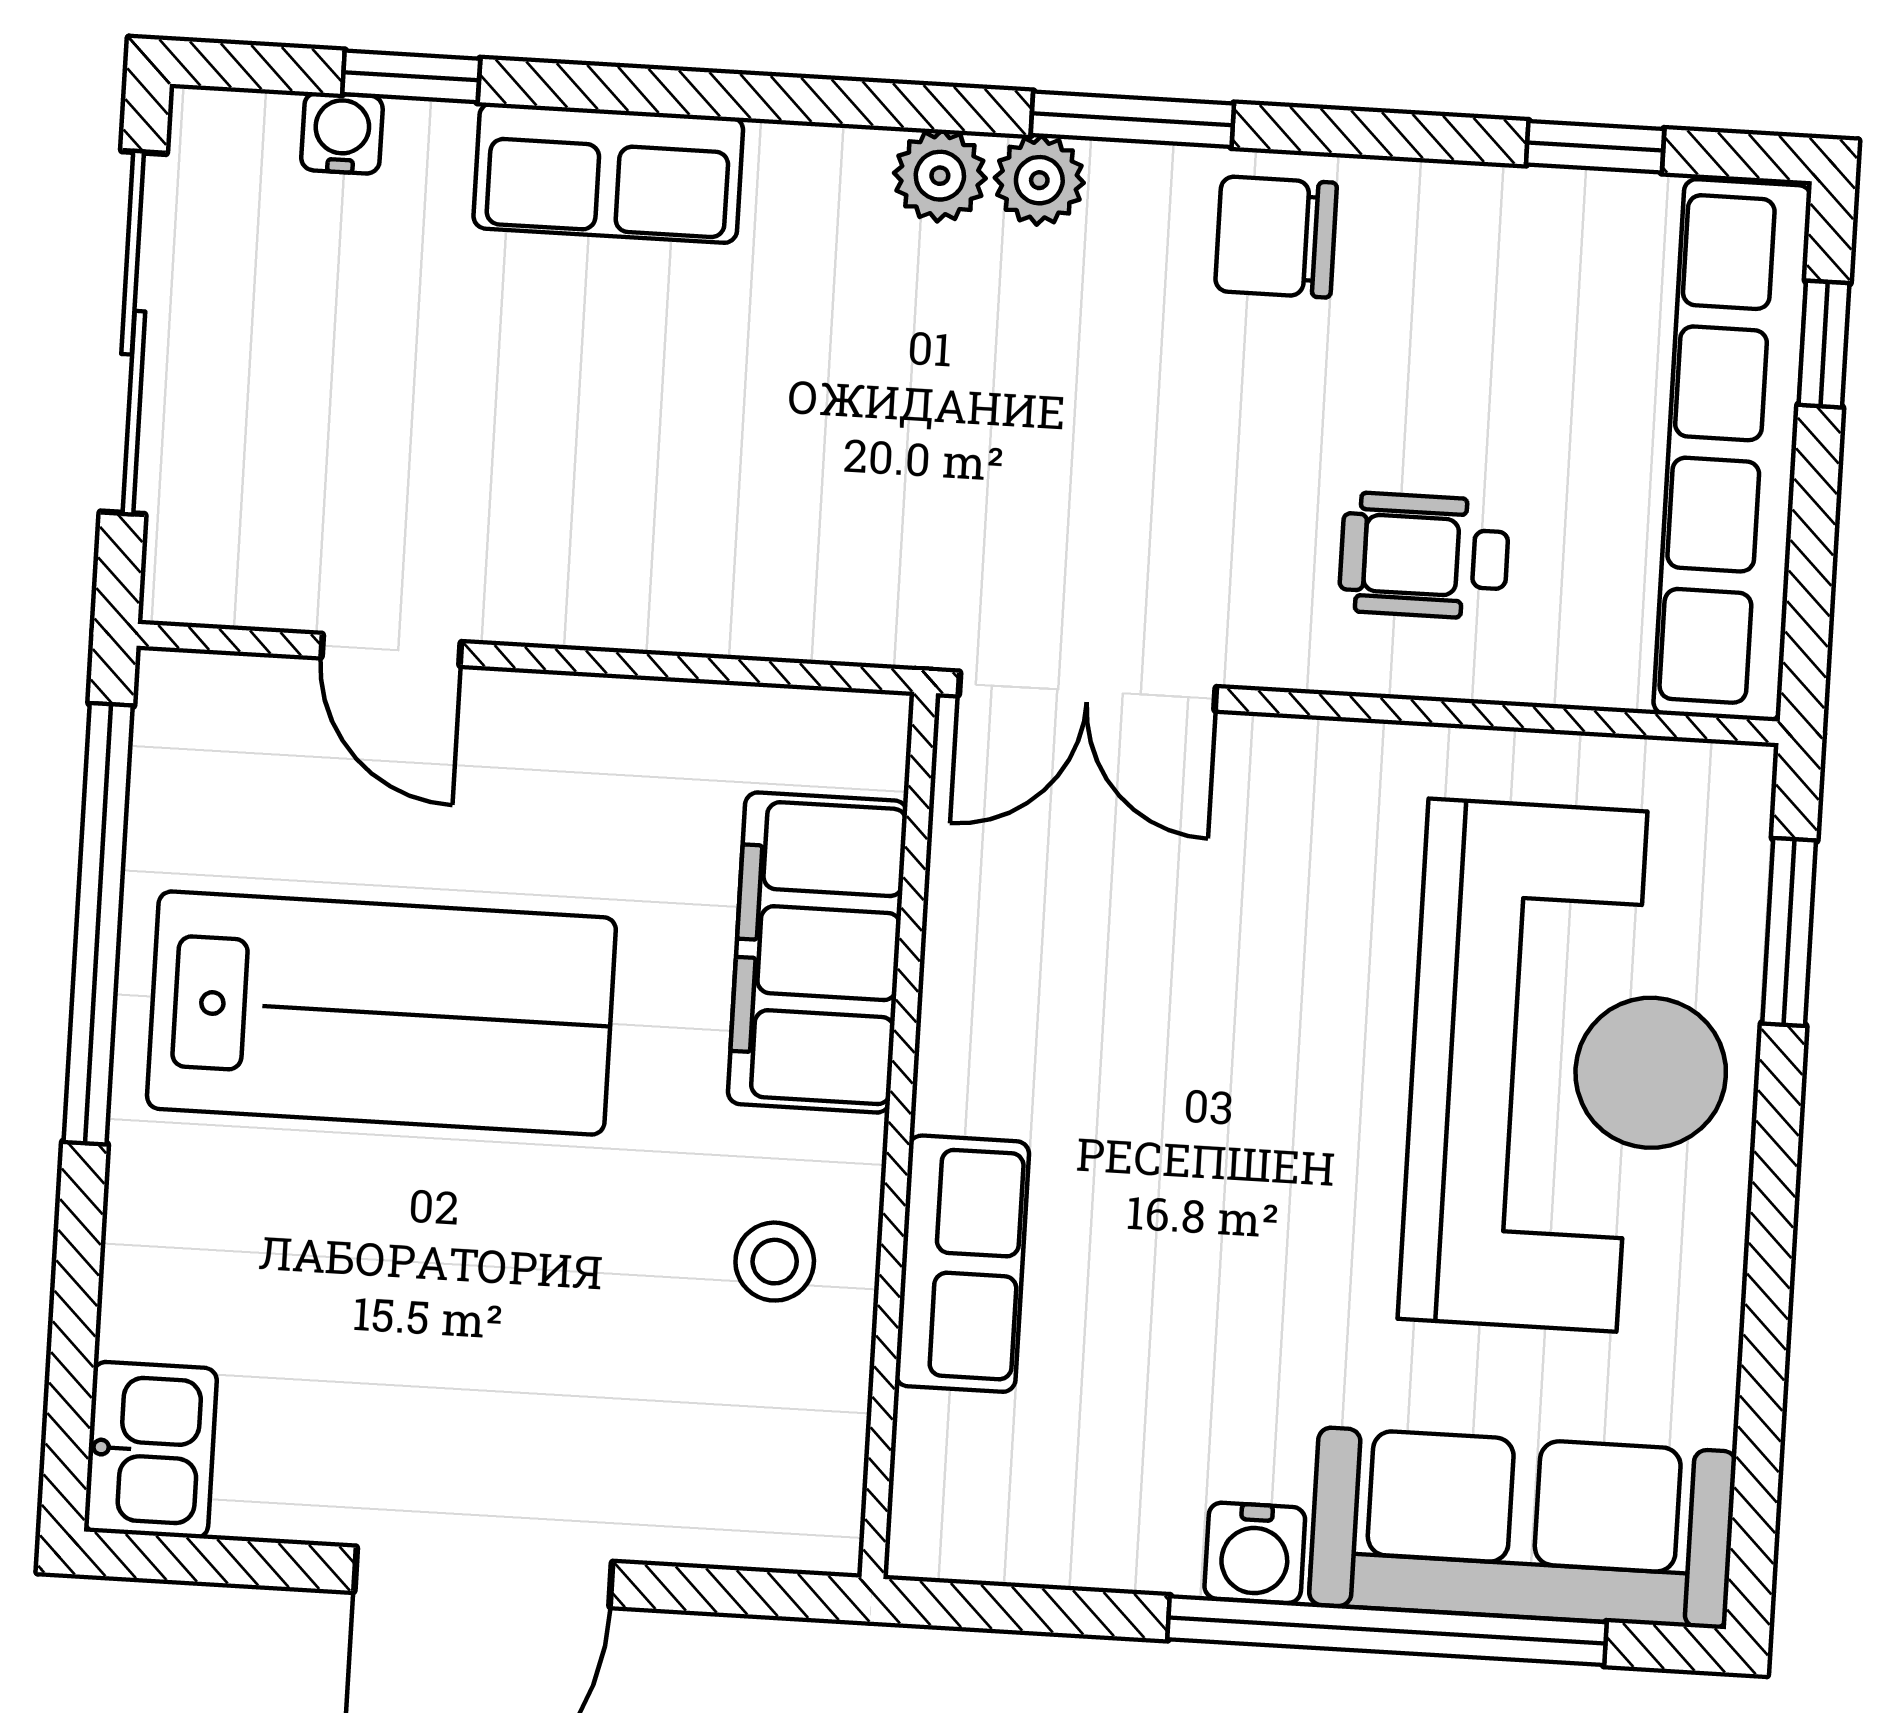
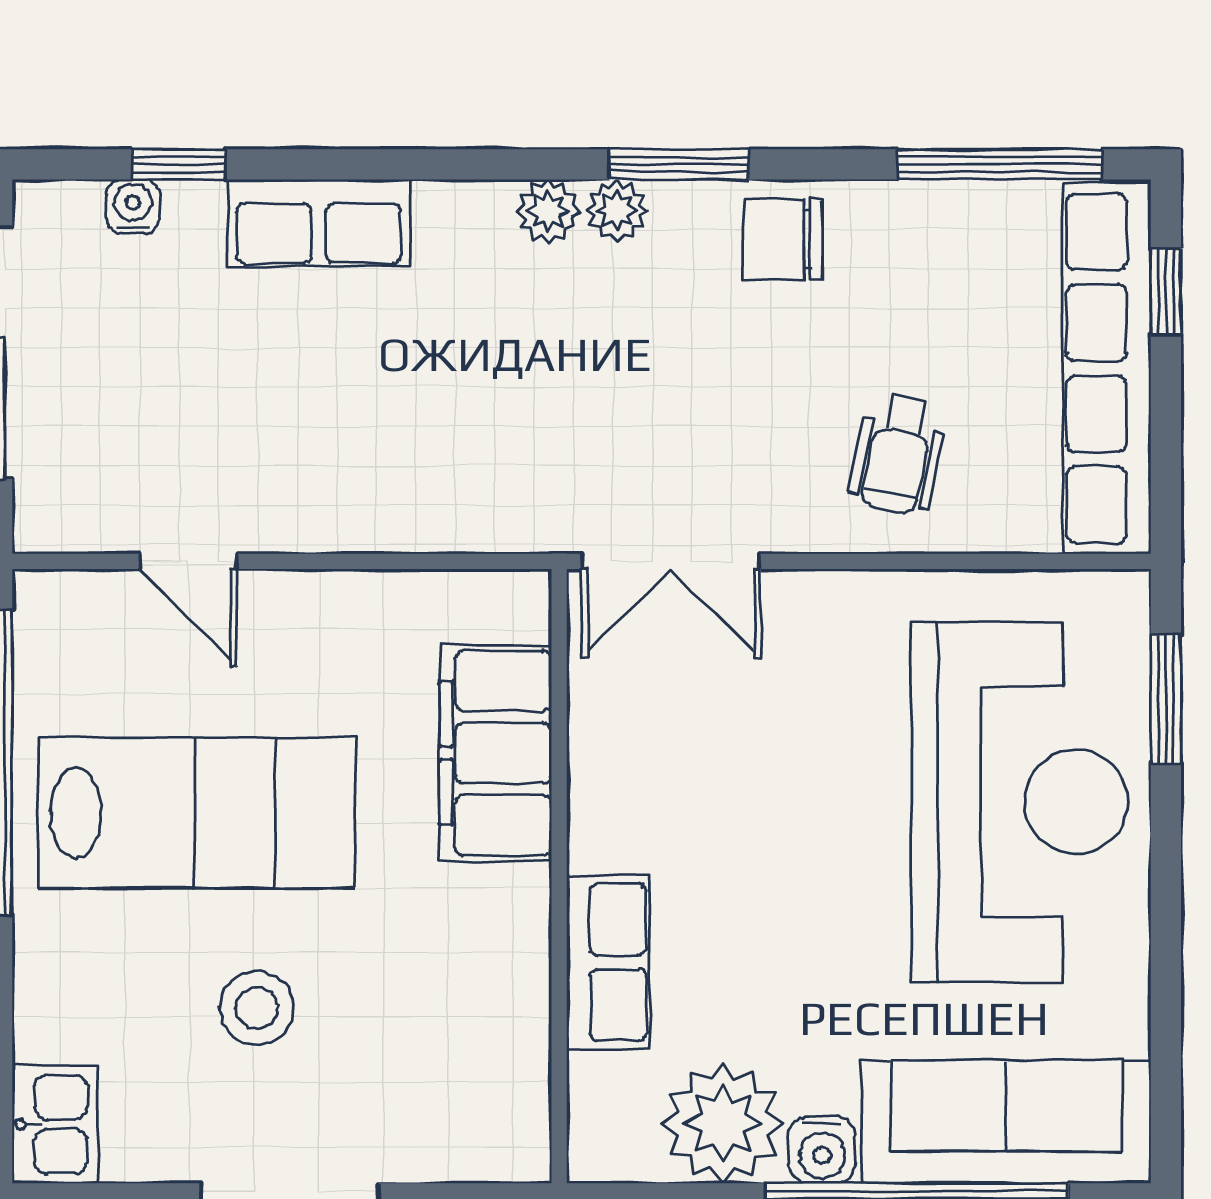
window: (1595, 147) -> (1000, 164), width x2.17
wheelchair: (1424, 556) -> (898, 454), turned -78
stool: (775, 1262) -> (257, 1008), moved, width x1.37, depth x1.37
plant: (1114, 1506) -> (723, 1123), added

